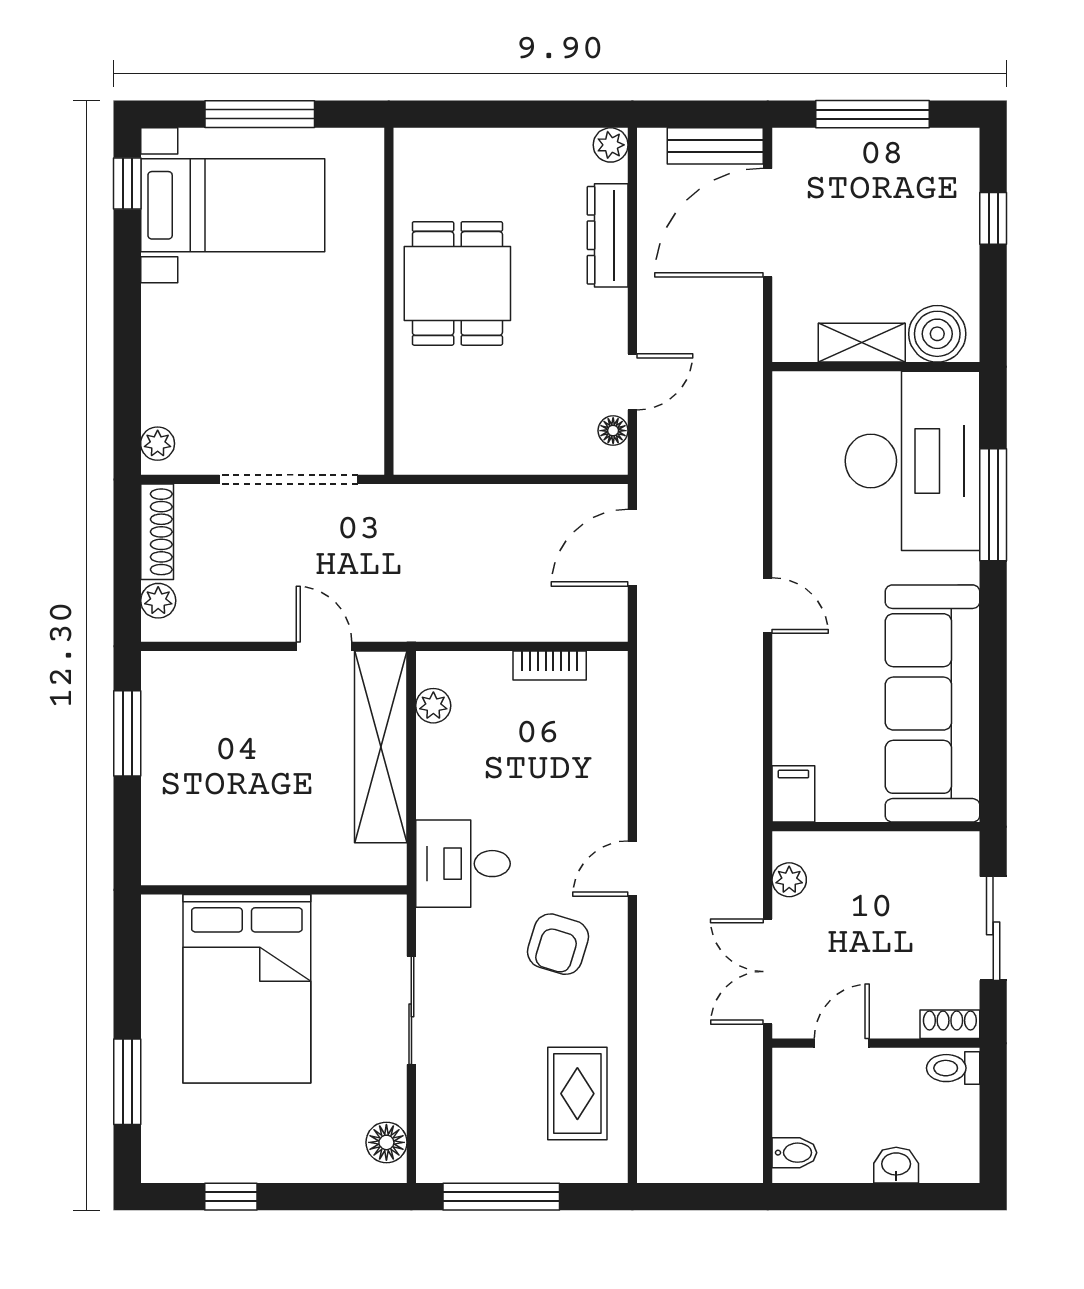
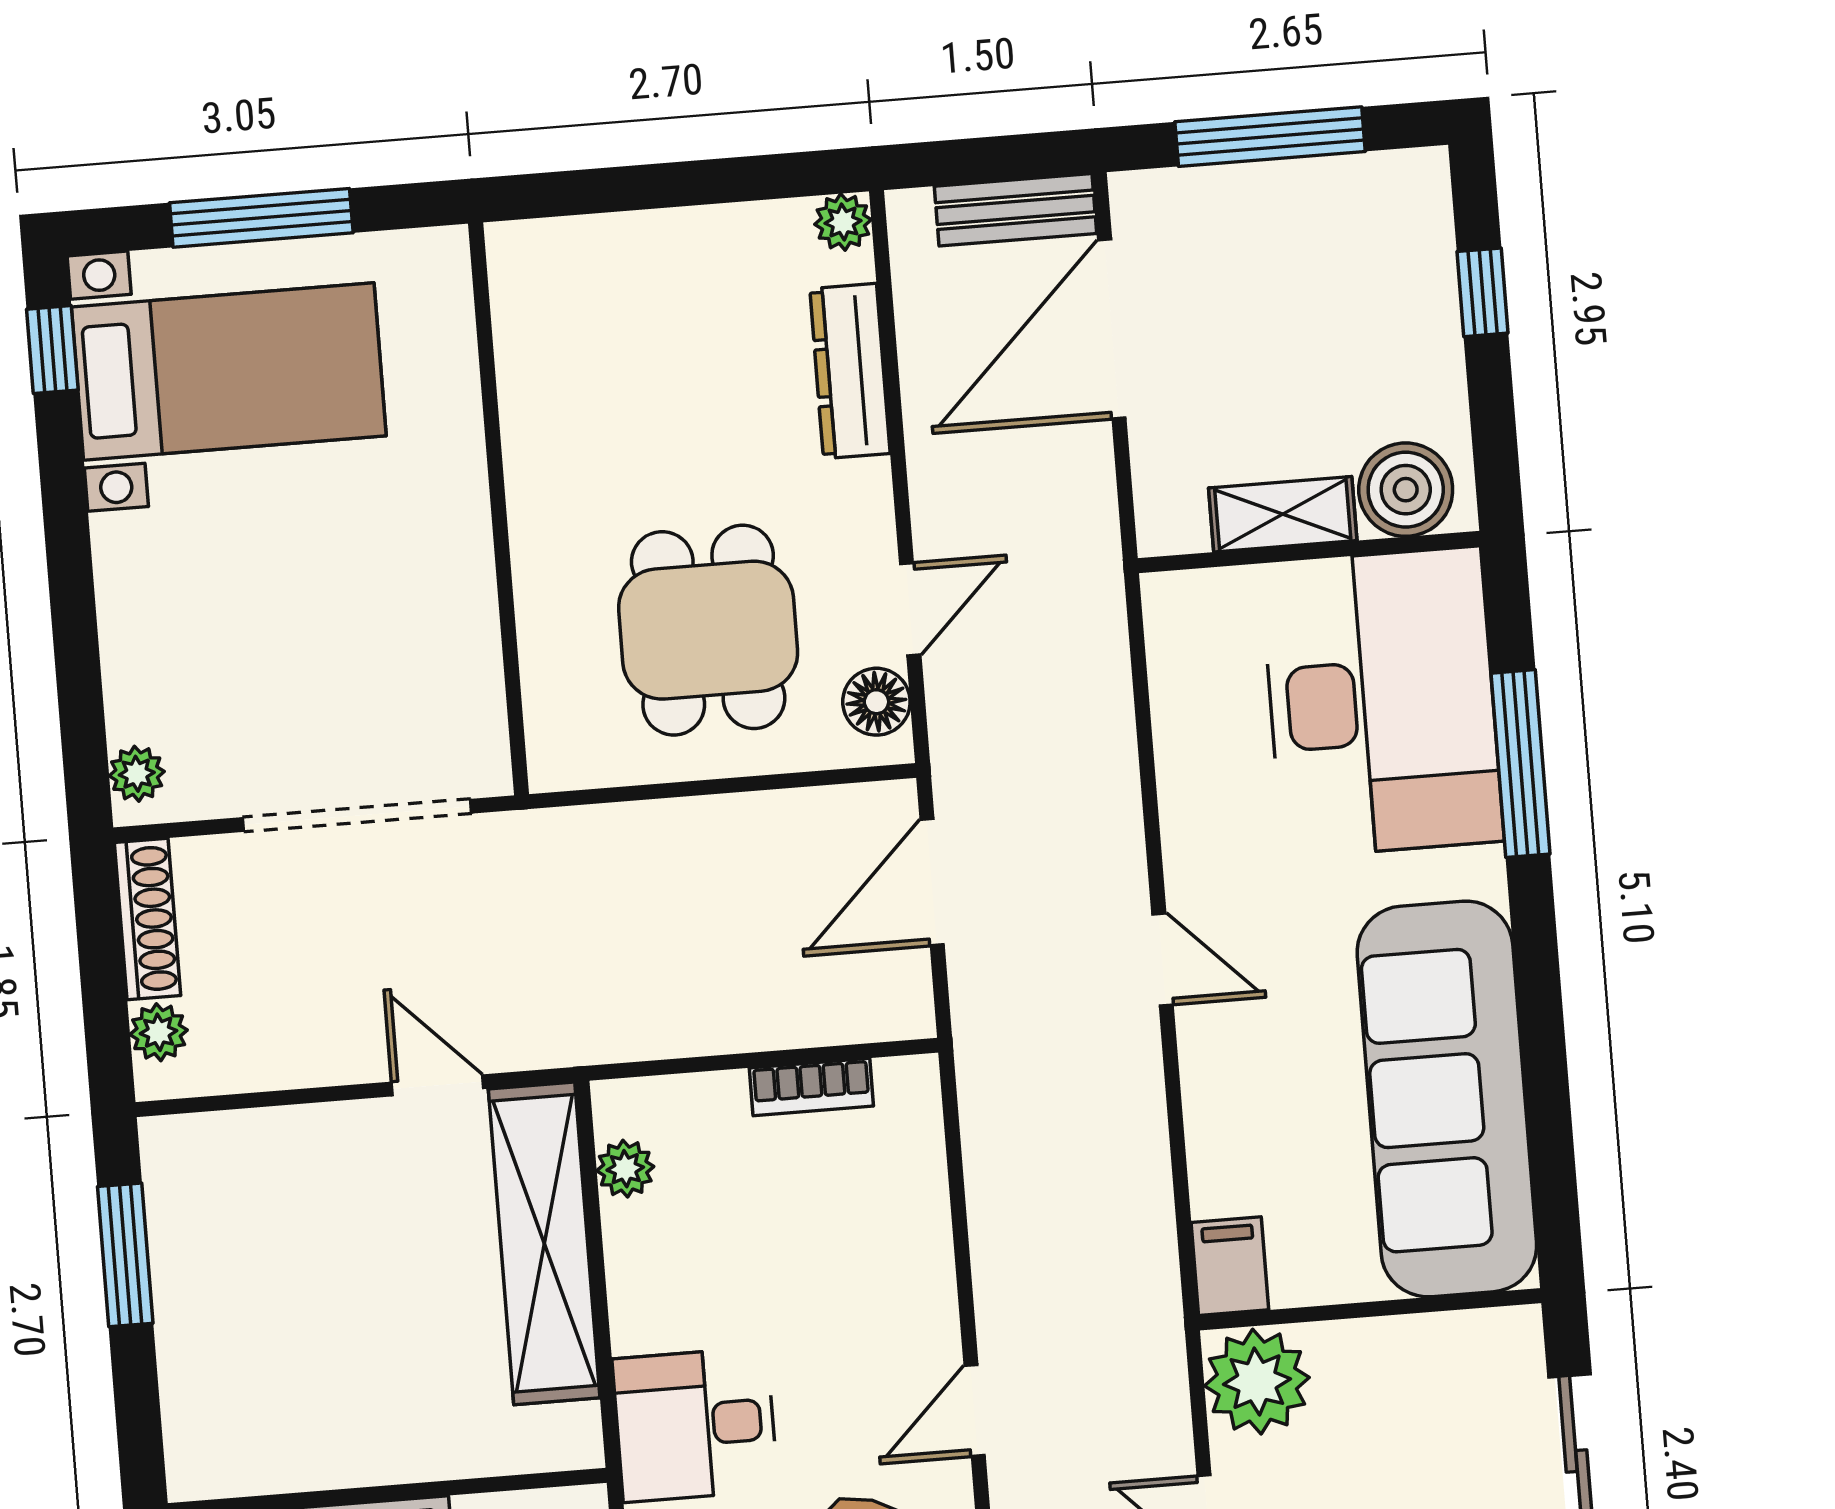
dining table: (457, 283) -> (708, 630), moved
floor lamp: (613, 431) -> (876, 702), width x1.37, depth x1.37
plant: (789, 880) -> (1257, 1382), width x1.88, depth x1.88

